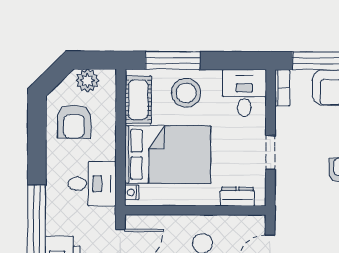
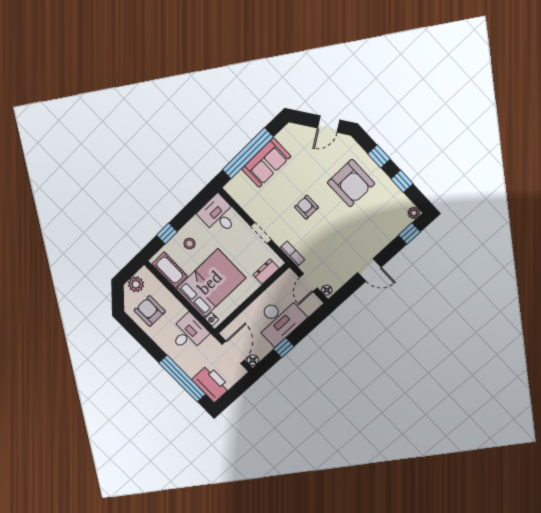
window: (173, 60) -> (167, 234), width x0.46
bookcase: (282, 88) -> (292, 254), moved
stool: (186, 93) -> (190, 244), width x0.53, depth x0.53
armchair: (74, 122) -> (150, 311), turned 180

